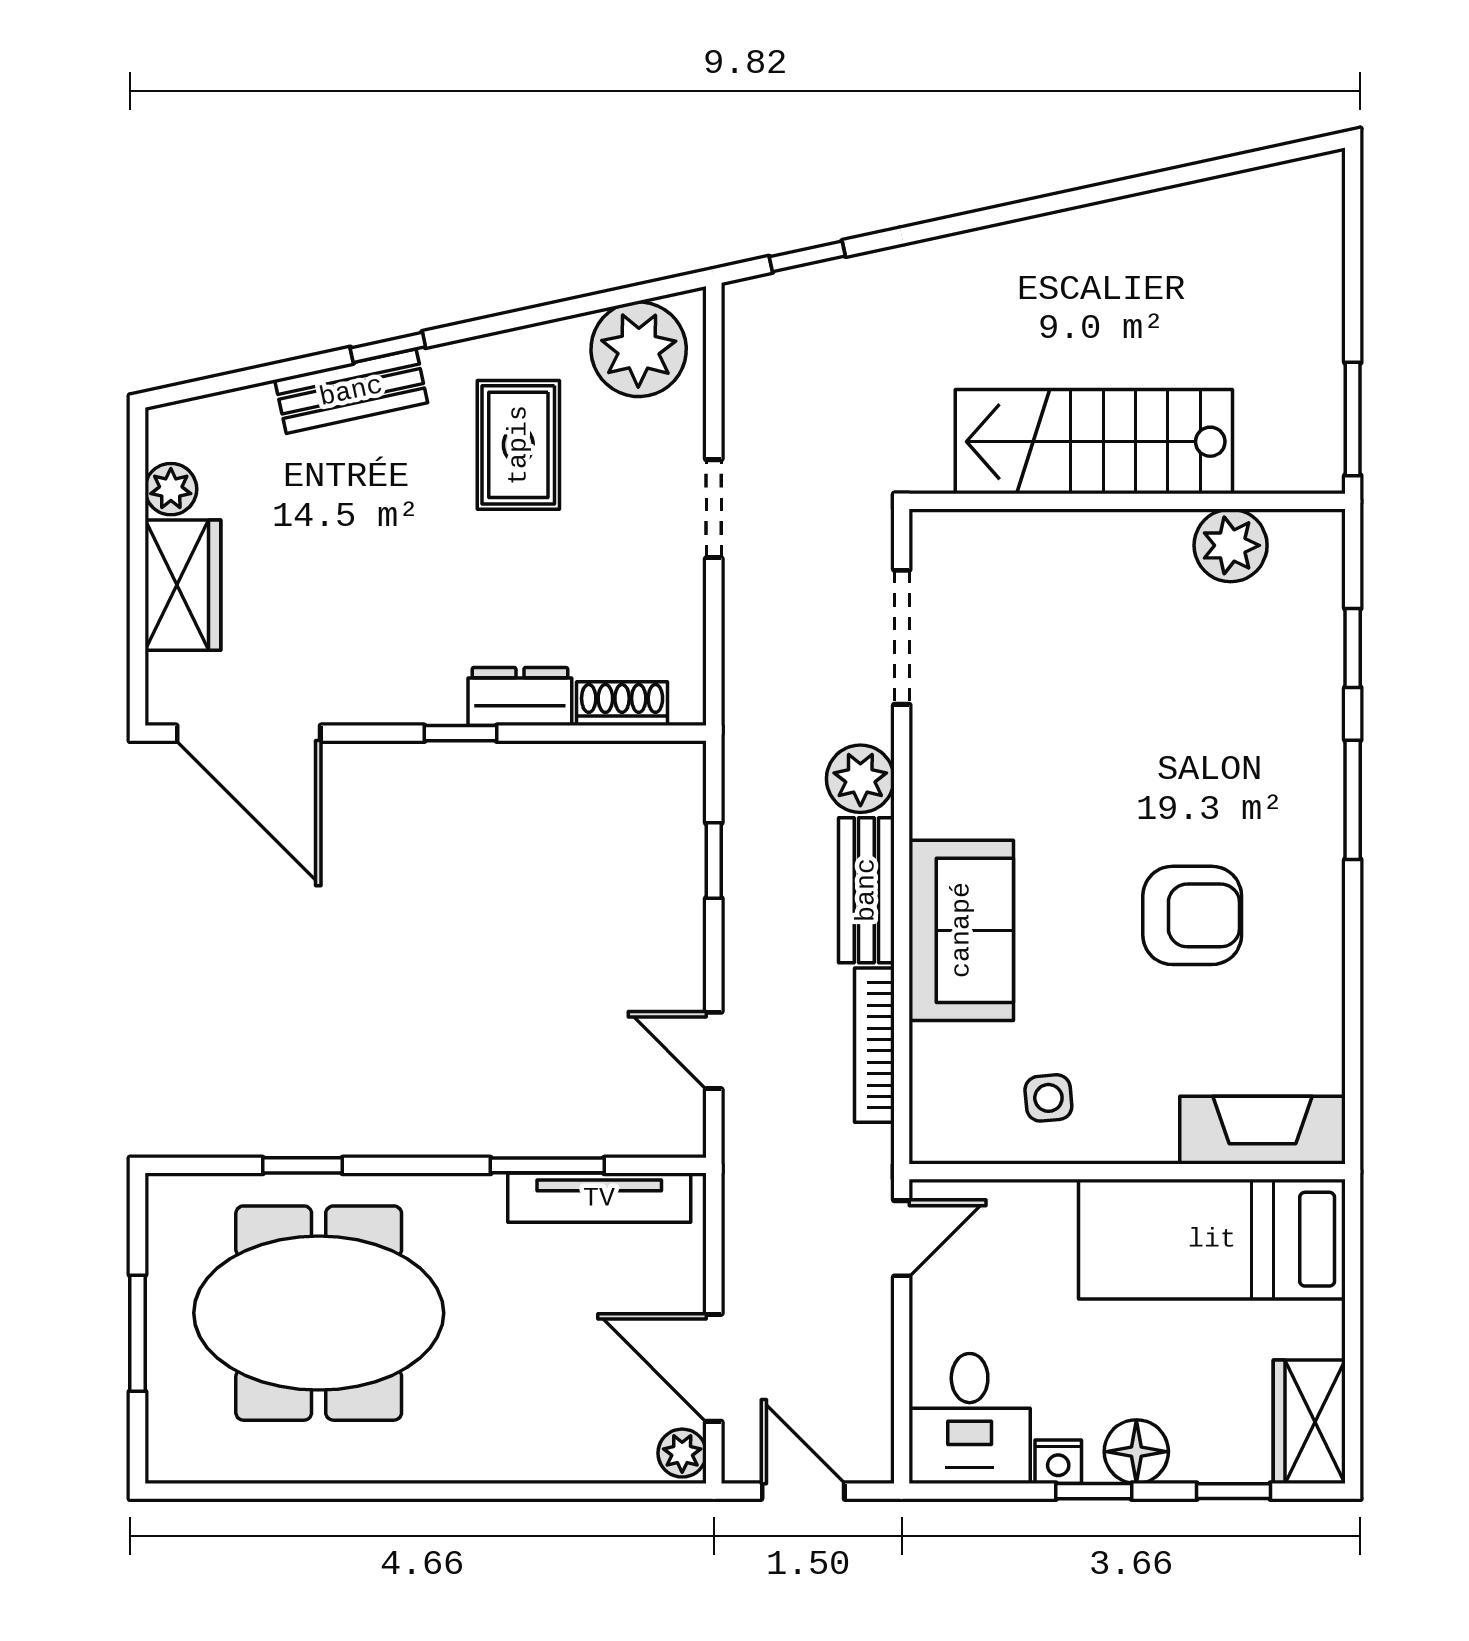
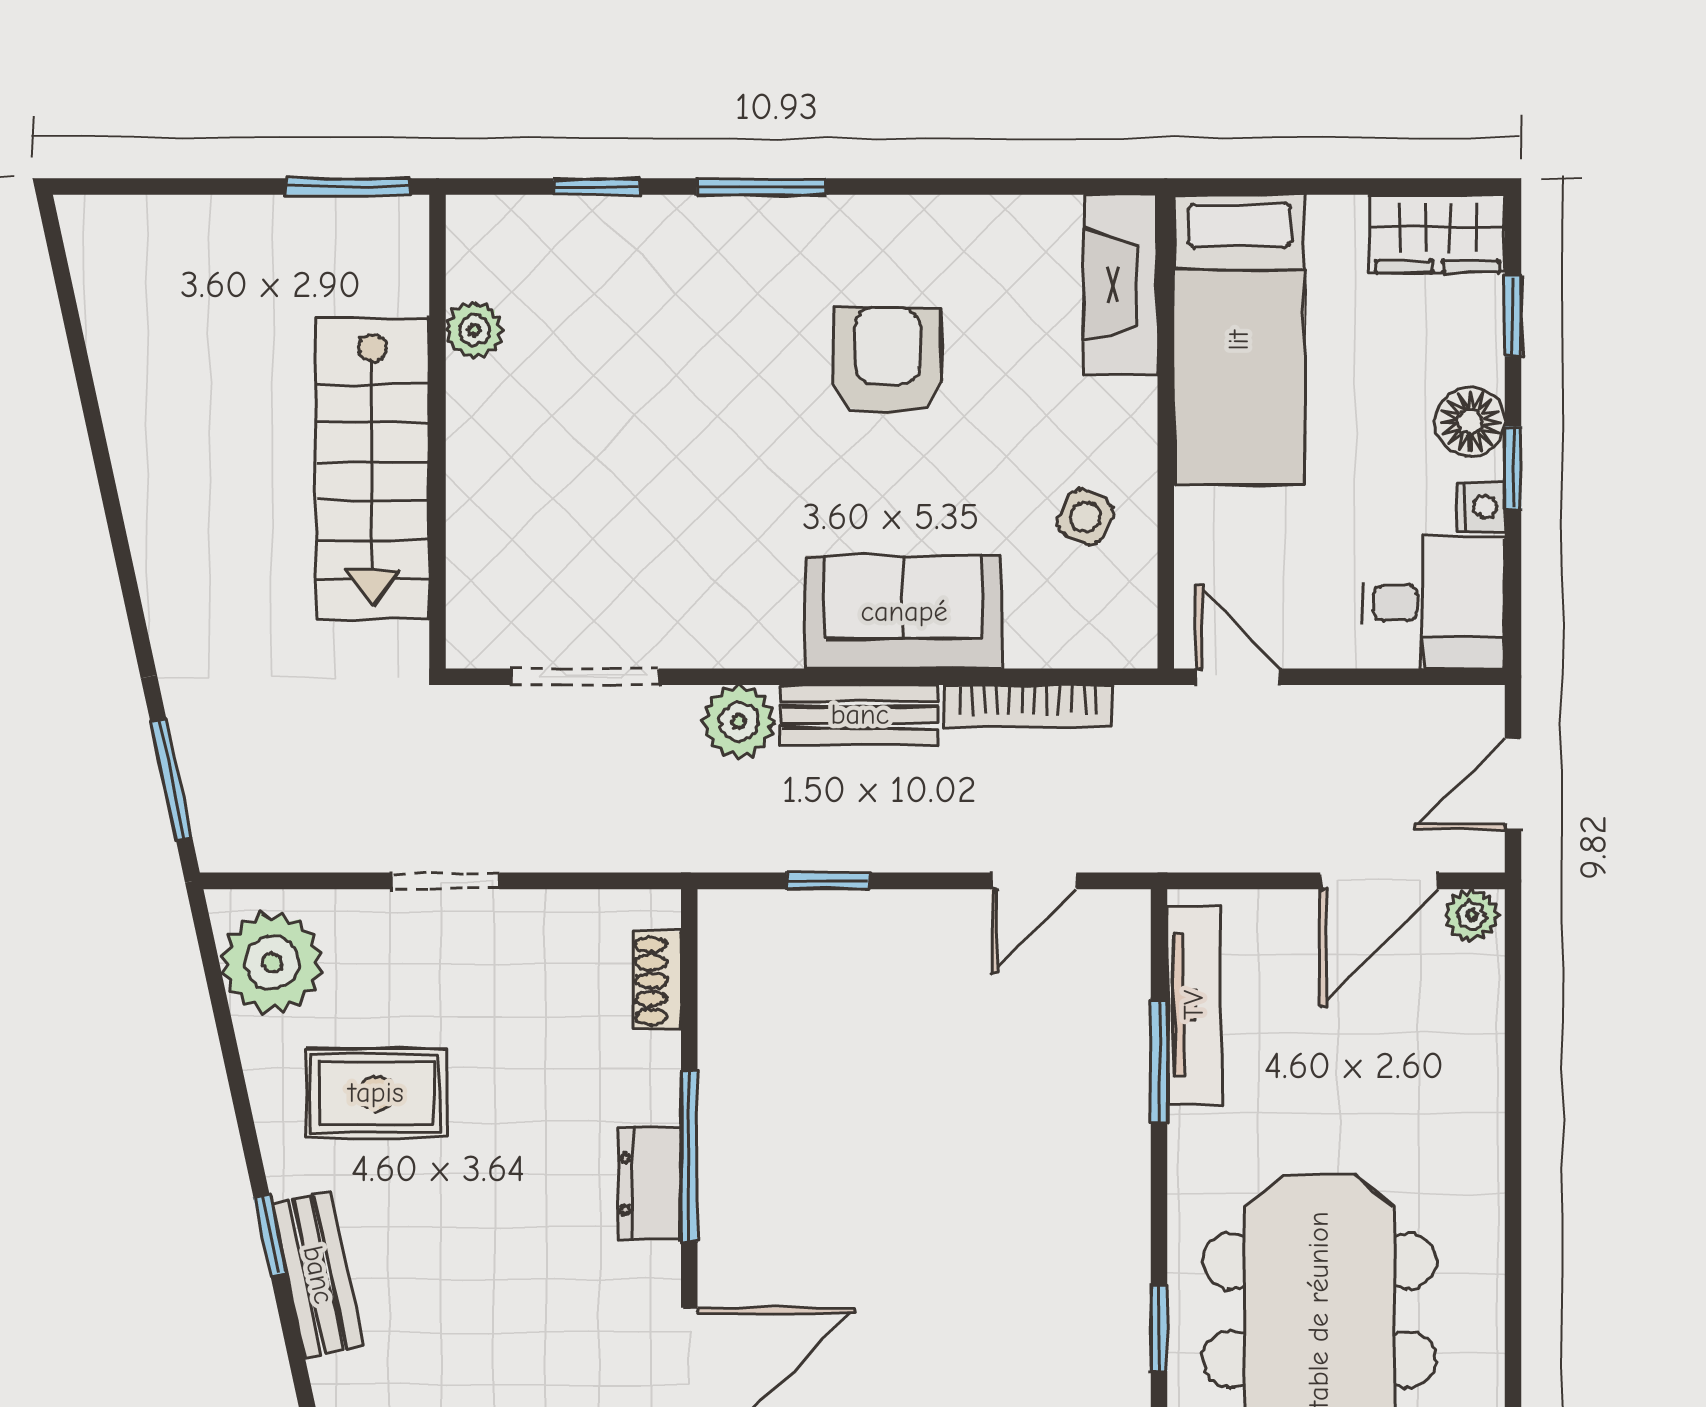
window: (807, 256) -> (171, 779), width x1.50
plant: (1231, 545) -> (474, 330), width x0.73, depth x0.73
dresser: (520, 697) -> (649, 1184), moved
window: (460, 733) -> (689, 1156), width x2.17
side table: (1048, 1098) -> (1086, 517), turned 30

